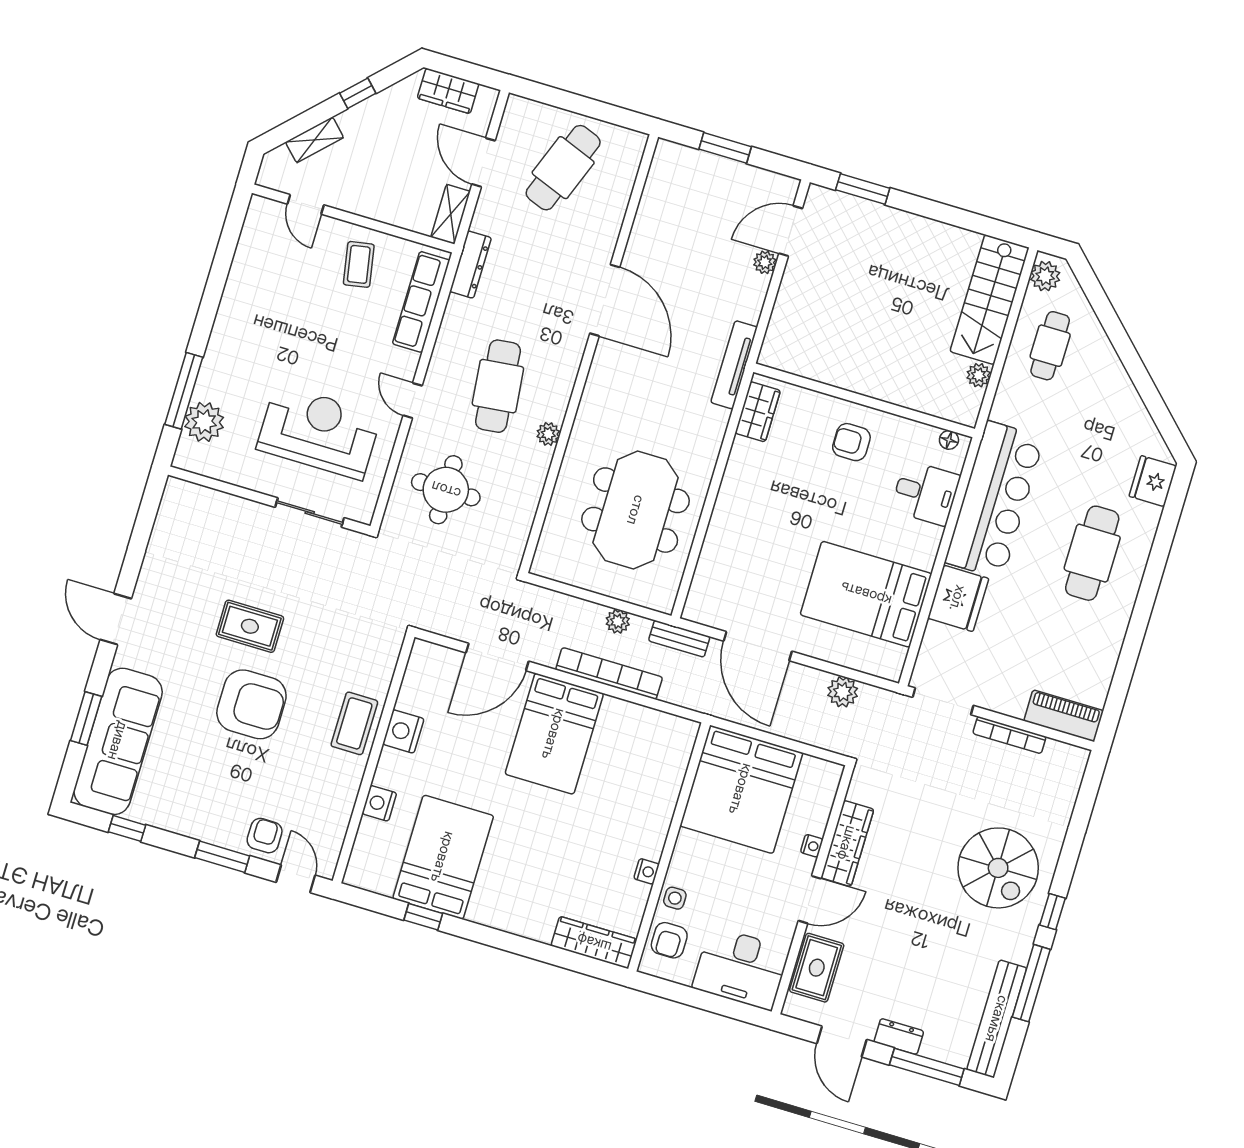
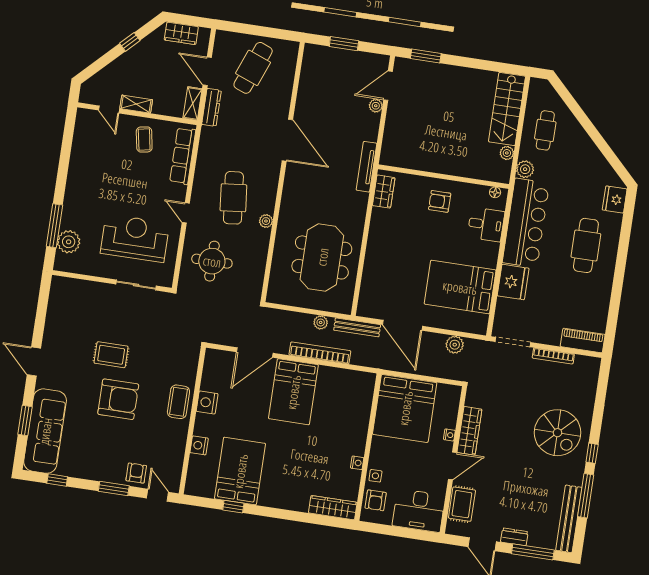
shelving: (315, 140) -> (136, 104), moved, turned 45
dresser: (470, 265) -> (211, 107), moved
plant: (1045, 276) -> (525, 169), moved
bench: (679, 639) -> (357, 327), width x1.36

